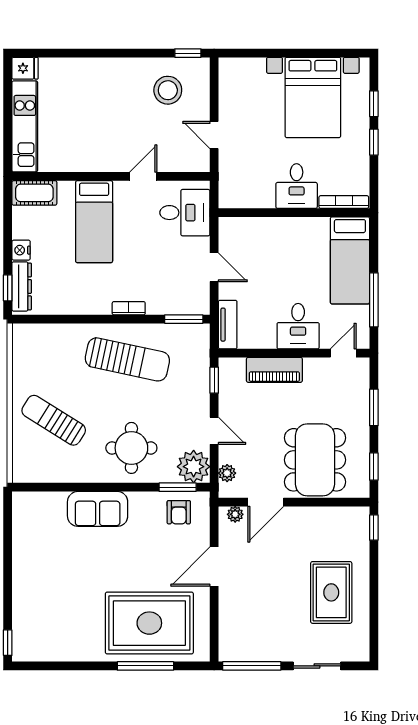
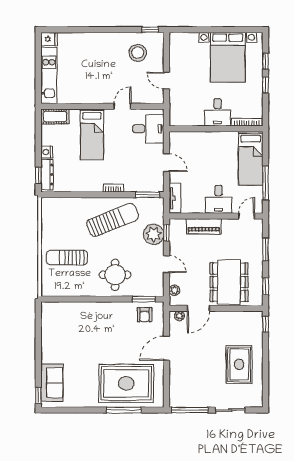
sun lounger: (127, 359) -> (113, 220), turned -34
sun lounger: (54, 420) -> (67, 258), turned -32
plant: (194, 467) -> (154, 234), moved
sofa: (98, 509) -> (52, 383), moved, turned -90

